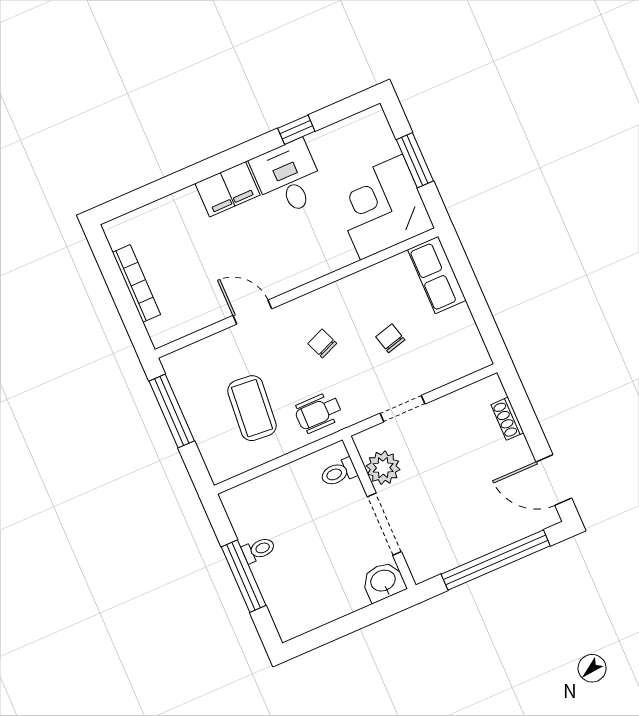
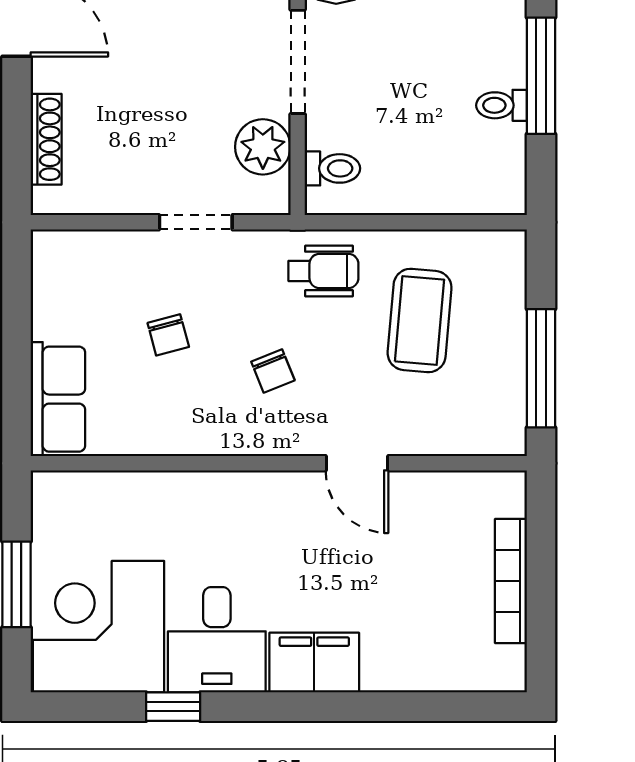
corner desk: (382, 207) -> (99, 627), moved, turned 180
shoe rack: (507, 419) -> (46, 139), width x1.43

